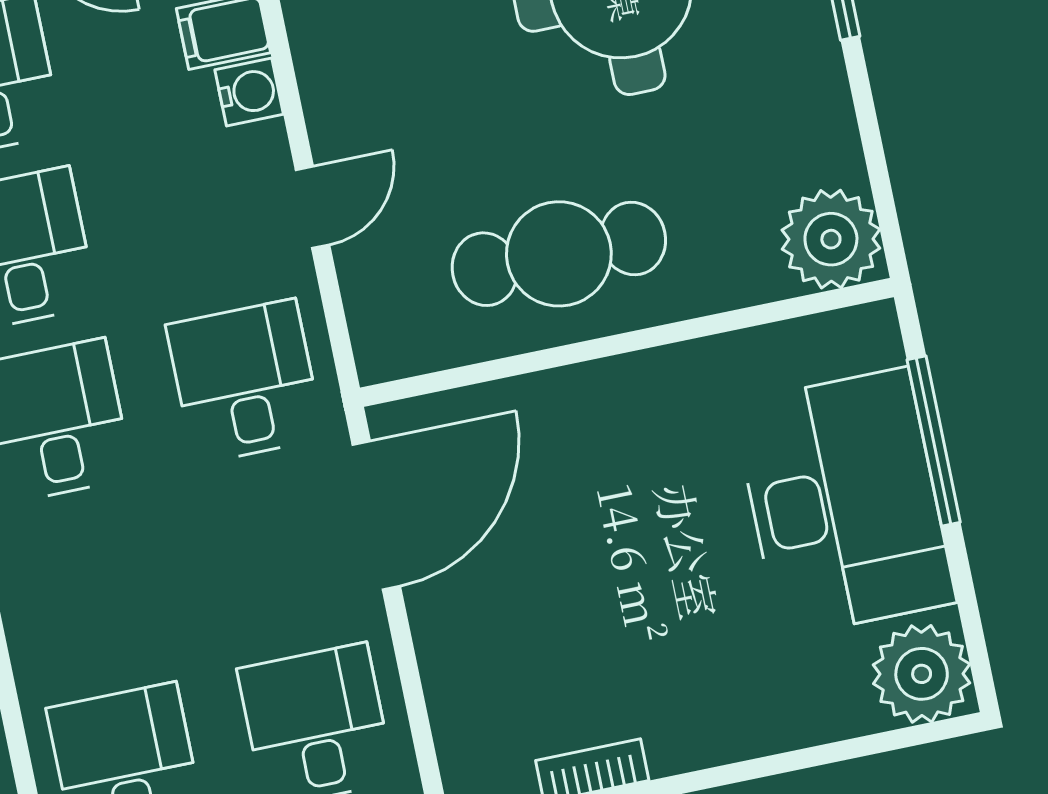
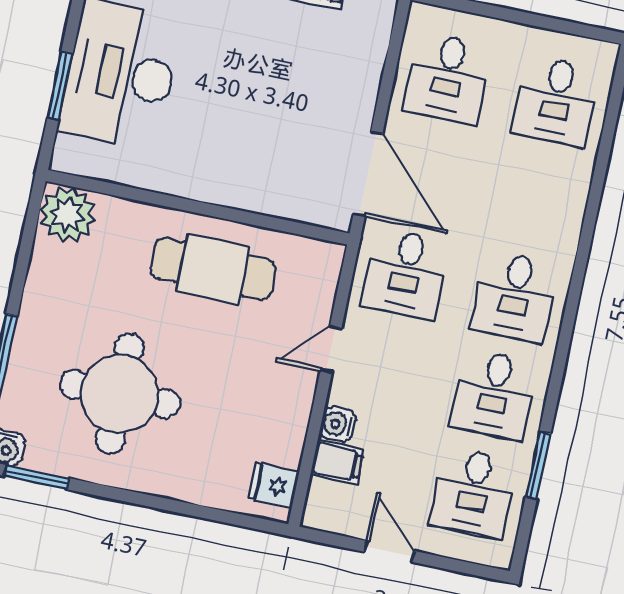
window: (934, 441) -> (60, 86), width x0.69
door: (376, 515) -> (368, 174), swing flipped

